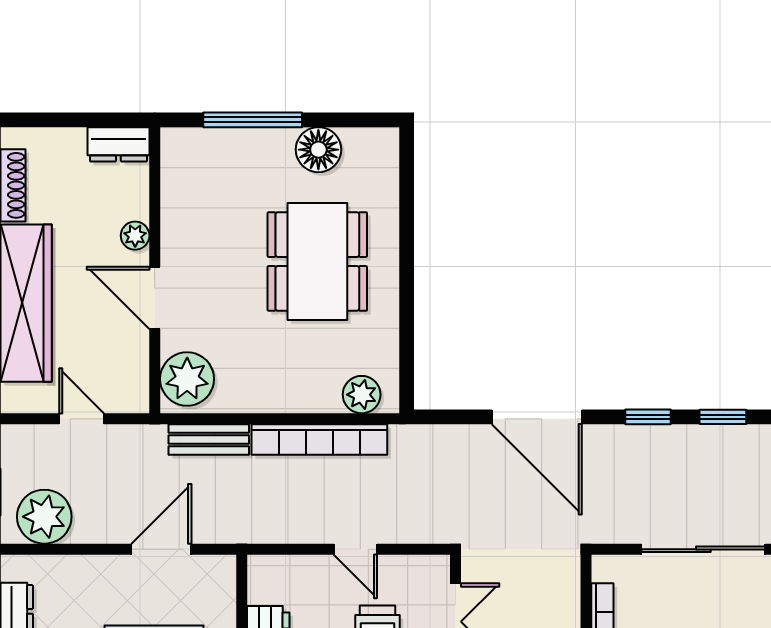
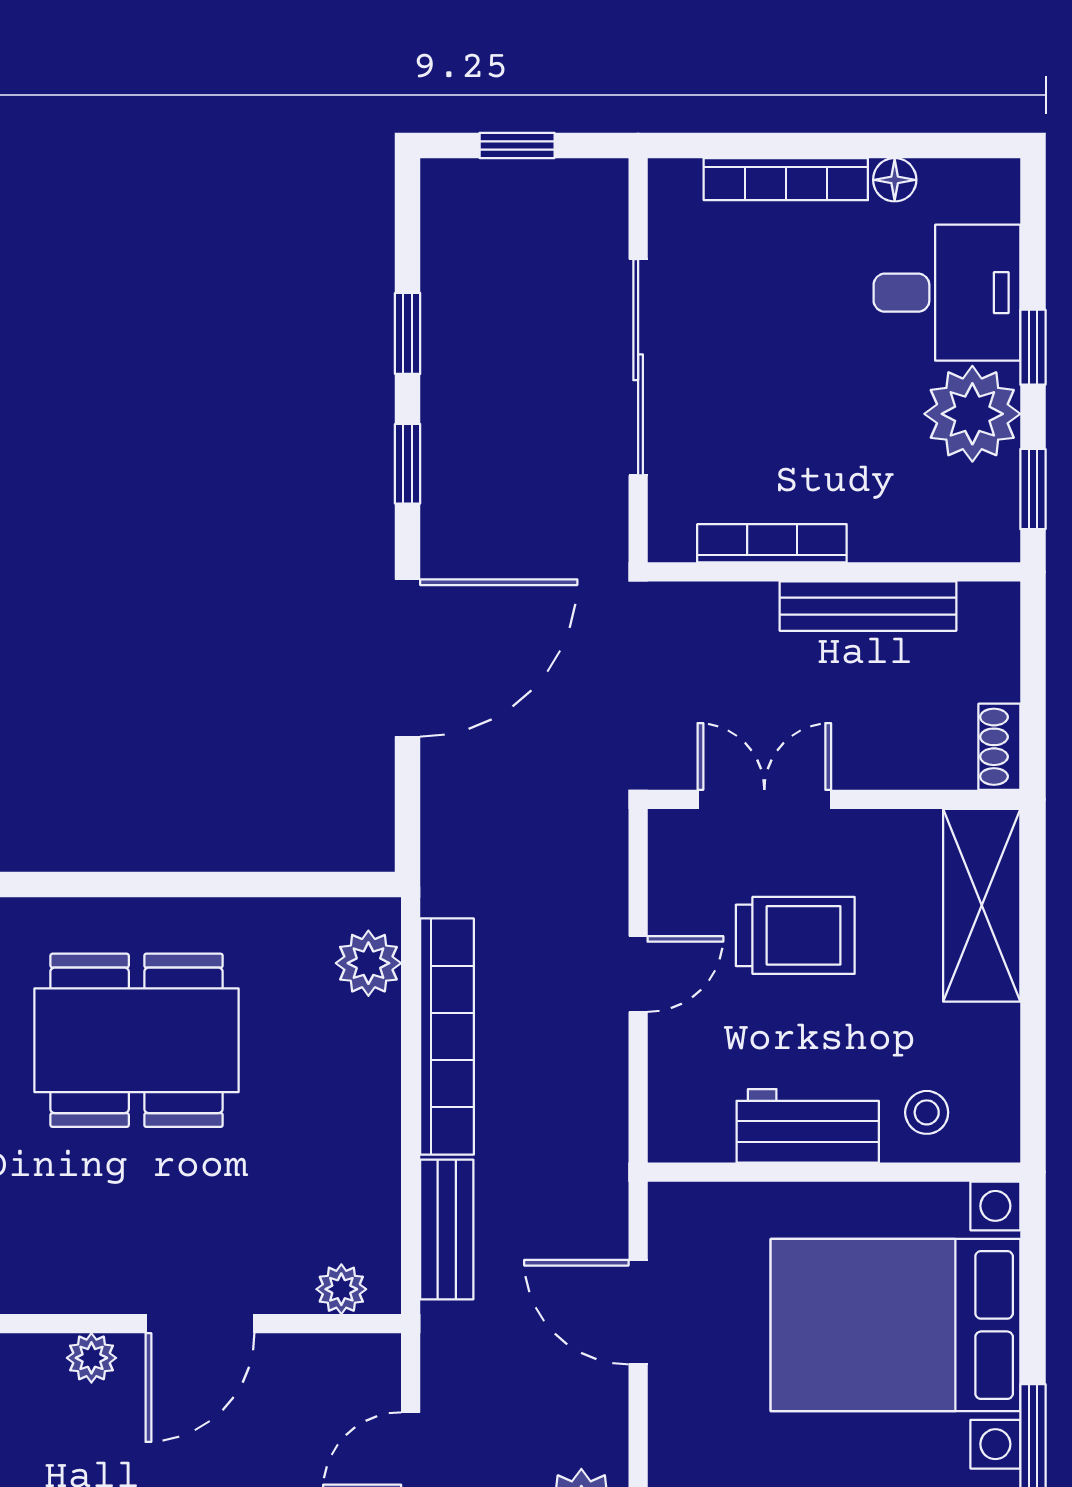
plant: (187, 379) -> (341, 1289), width x0.53, depth x0.53

